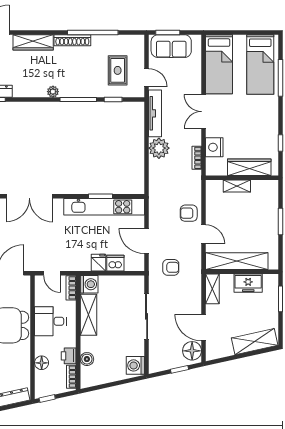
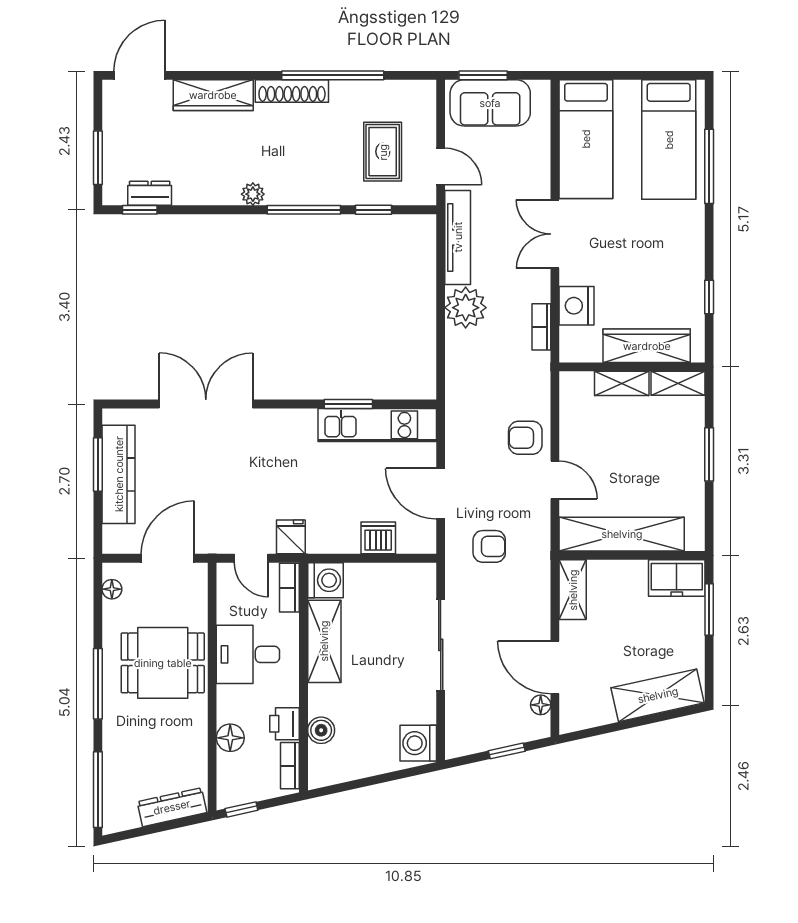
shelving: (265, 186) -> (678, 383), added
double door: (29, 196) -> (206, 404), swing flipped
kitchen unit: (104, 207) -> (377, 425), width x0.73
fridge: (99, 263) -> (291, 537), moved
freezer: (248, 283) -> (677, 578), moved
floor lamp: (192, 351) -> (541, 705), width x0.53, depth x0.53

